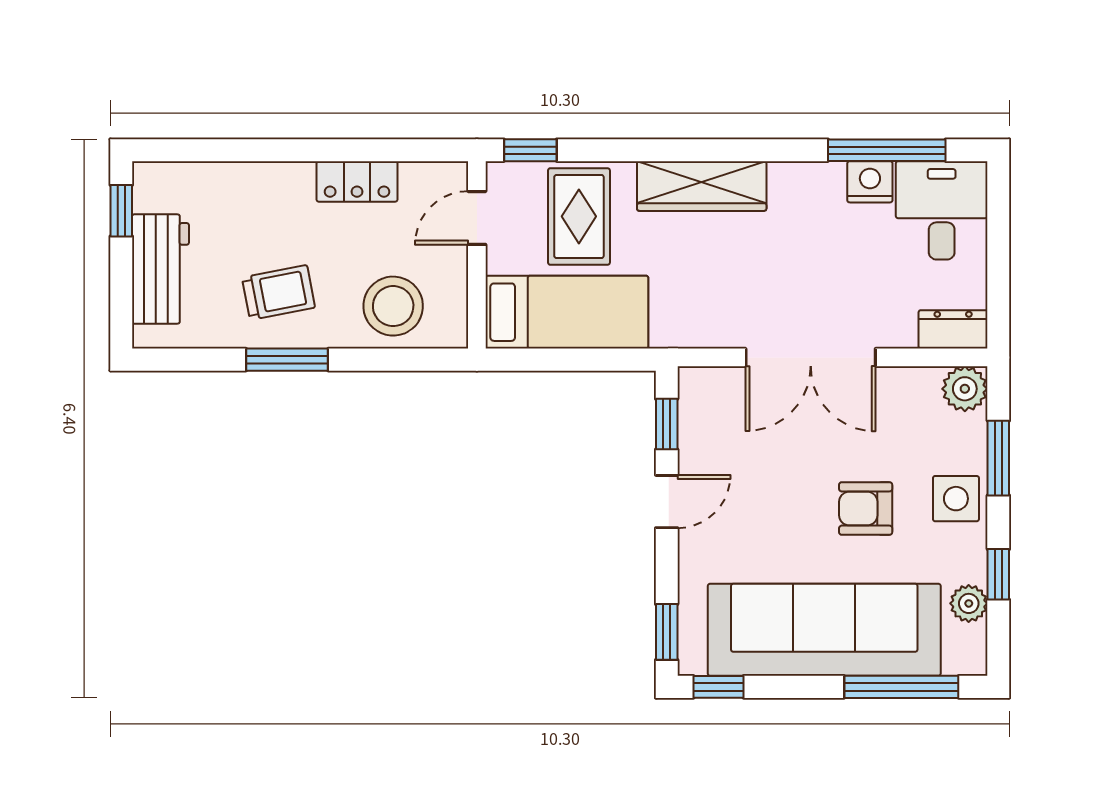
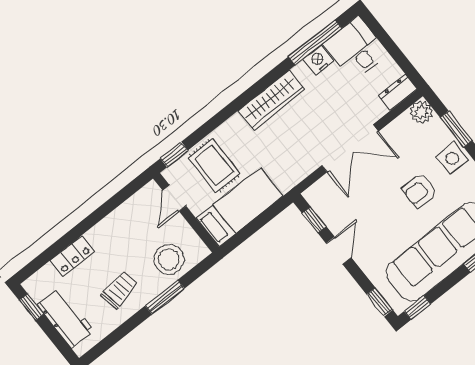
locker: (357, 181) -> (72, 256), moved
wardrobe: (702, 186) -> (271, 100), moved
window: (287, 360) -> (165, 297), moved

